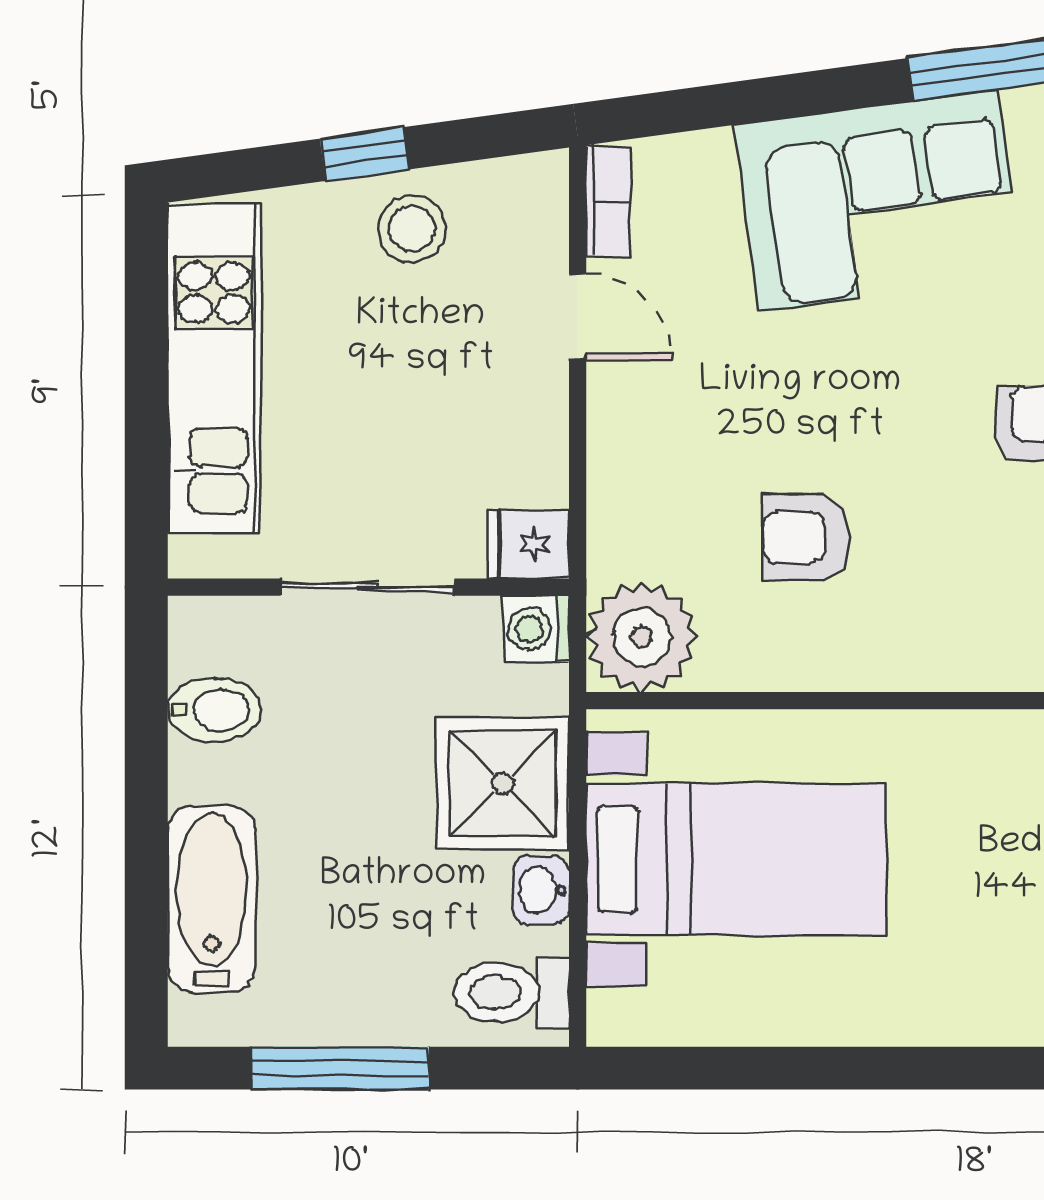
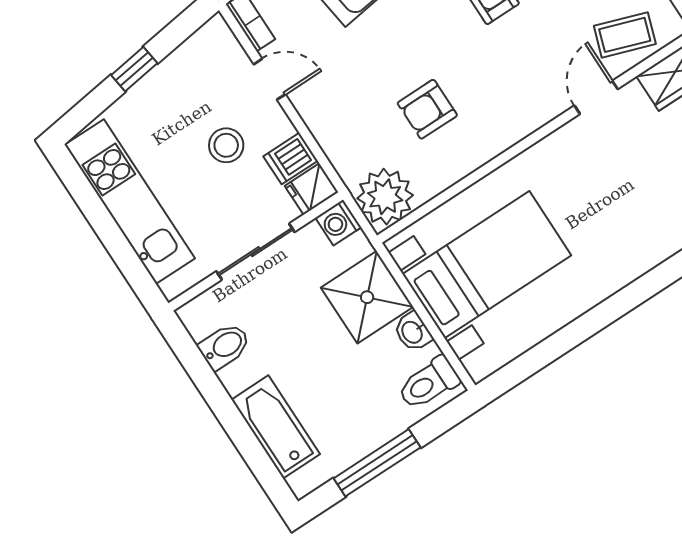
stool: (412, 229) -> (226, 145), moved
dishwasher: (526, 471) -> (290, 159), added

